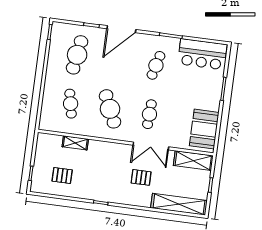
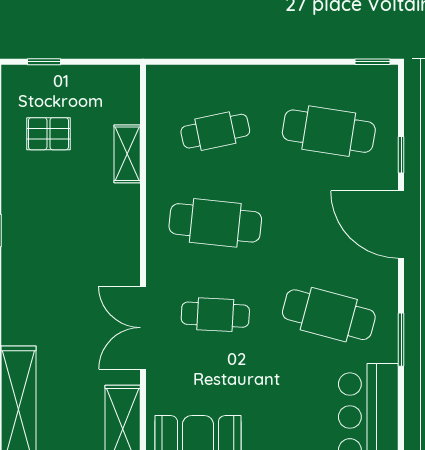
cafe table: (156, 65) -> (329, 315), width x1.37, depth x1.35
cafe table: (110, 109) -> (215, 223), turned 30
pallet: (62, 176) -> (48, 134), turned 90
pallet: (141, 177) -> (68, 315), removed

